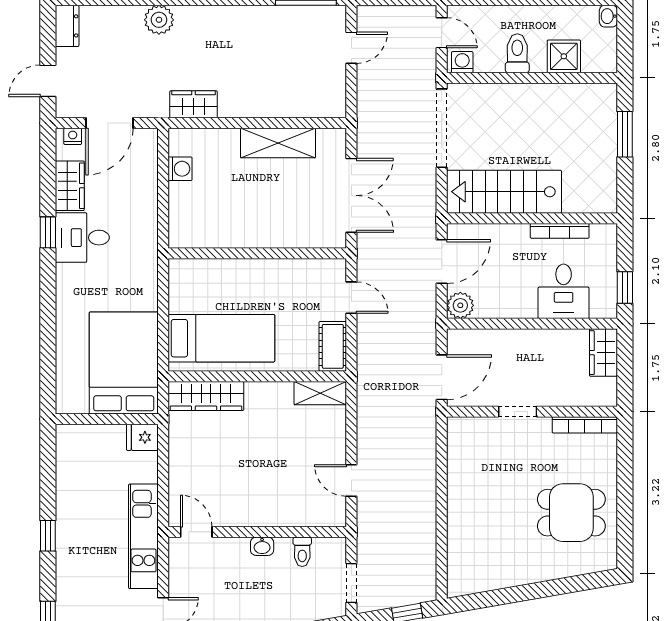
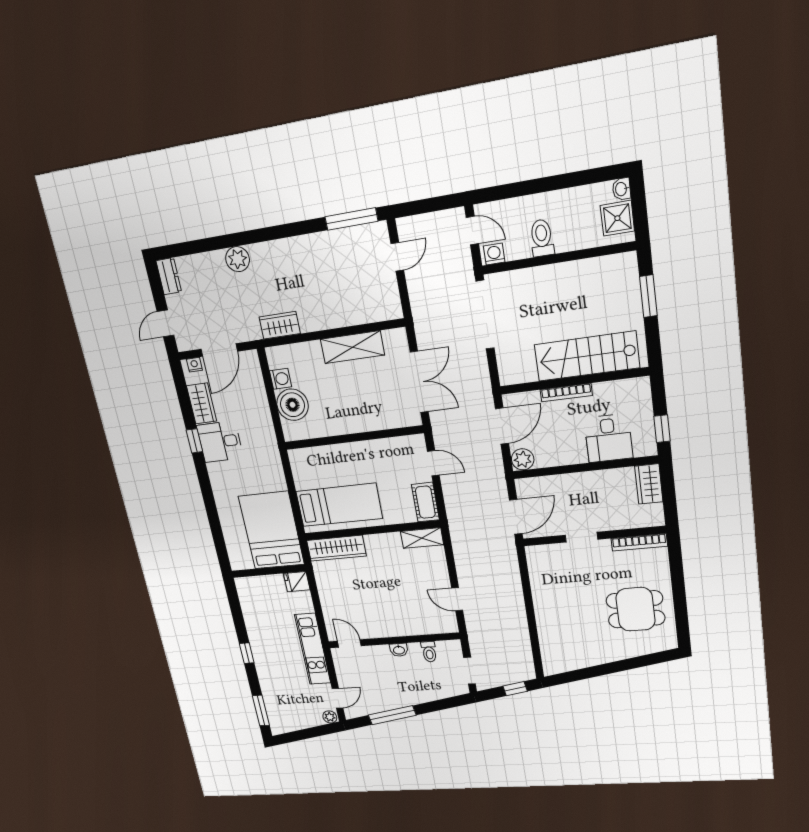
shower: (564, 56) -> (617, 218), moved
stairs: (504, 192) -> (587, 356), moved
boiler: (188, 203) -> (292, 405), added
bookcase: (560, 231) -> (566, 393), moved

